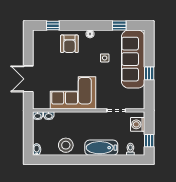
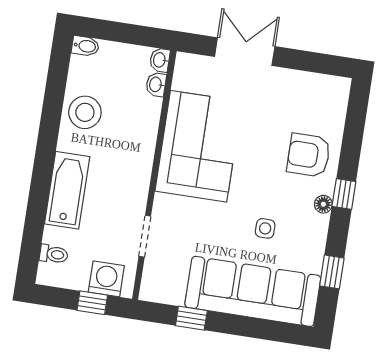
window: (53, 26) -> (344, 194), moved
window: (149, 73) -> (191, 318), moved
window: (149, 141) -> (92, 303), moved

